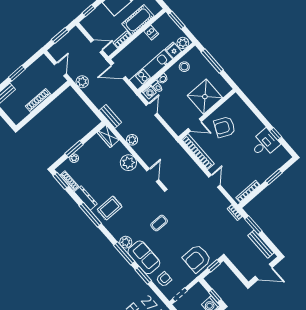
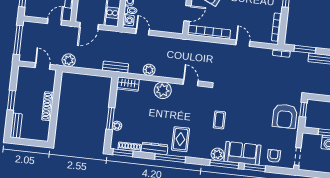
window: (60, 36) -> (18, 40), width x1.44
coffee table: (159, 223) -> (219, 120), moved

